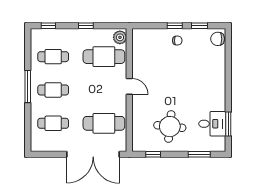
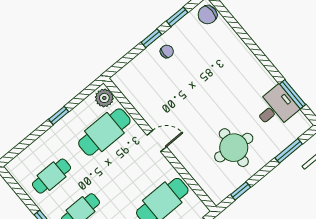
window: (48, 26) -> (20, 148), removed

